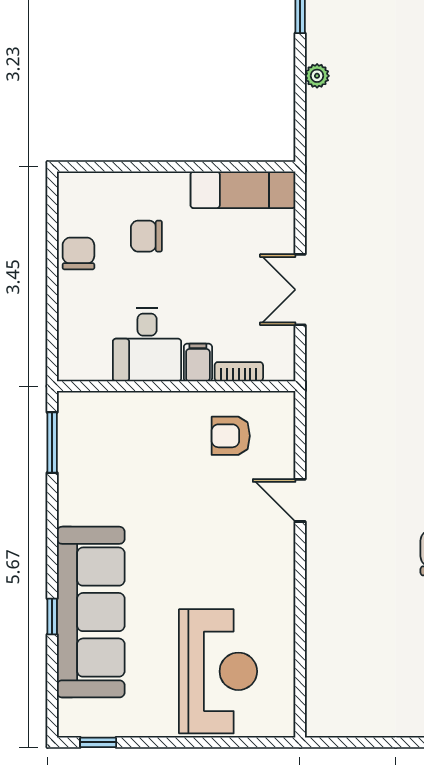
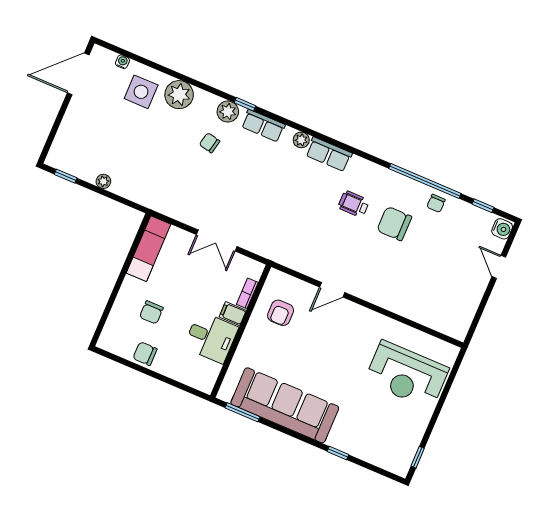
sofa: (91, 612) -> (285, 405), moved
reception desk: (218, 671) -> (407, 375), turned 180

